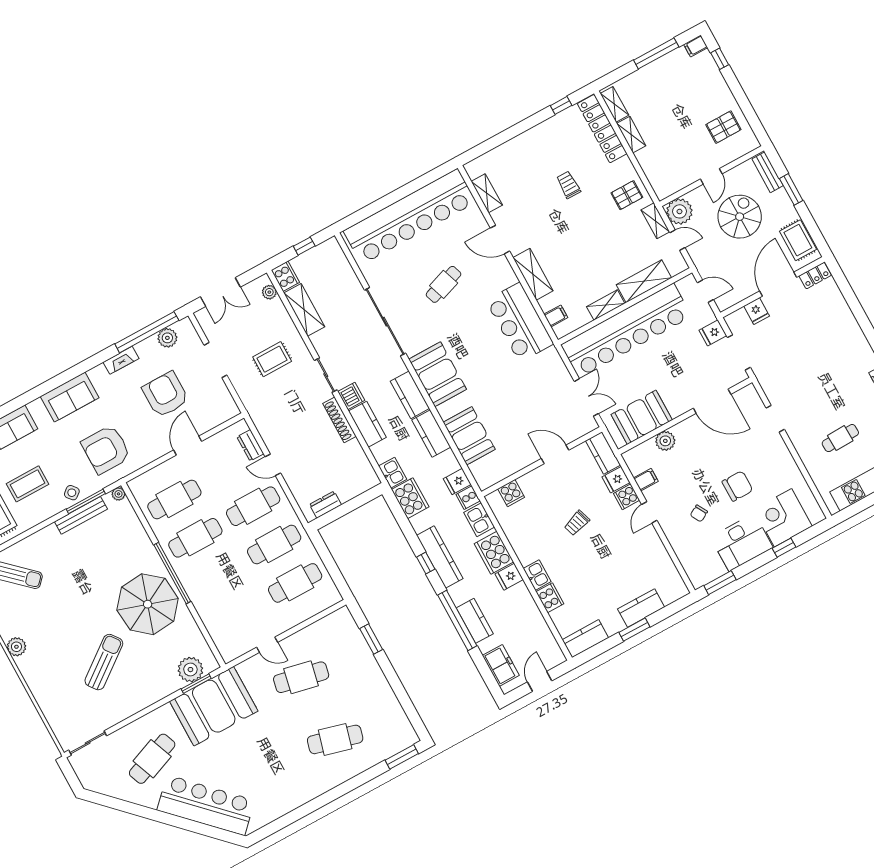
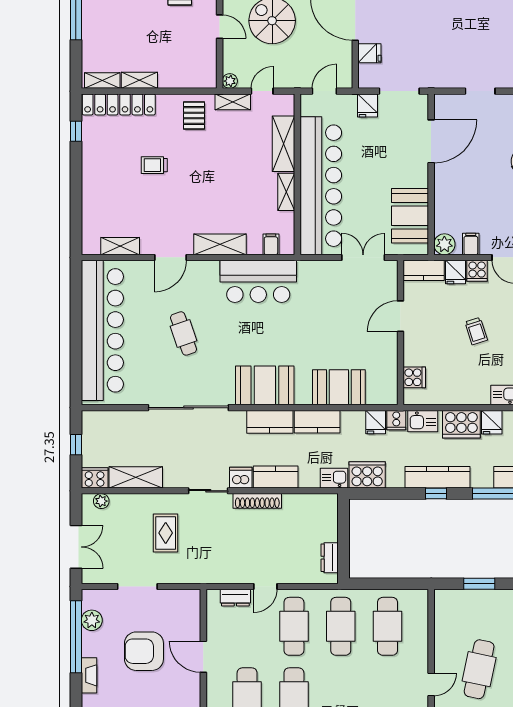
plant: (679, 211) -> (230, 81), width x0.53, depth x0.53
plant: (665, 441) -> (444, 244), moved

